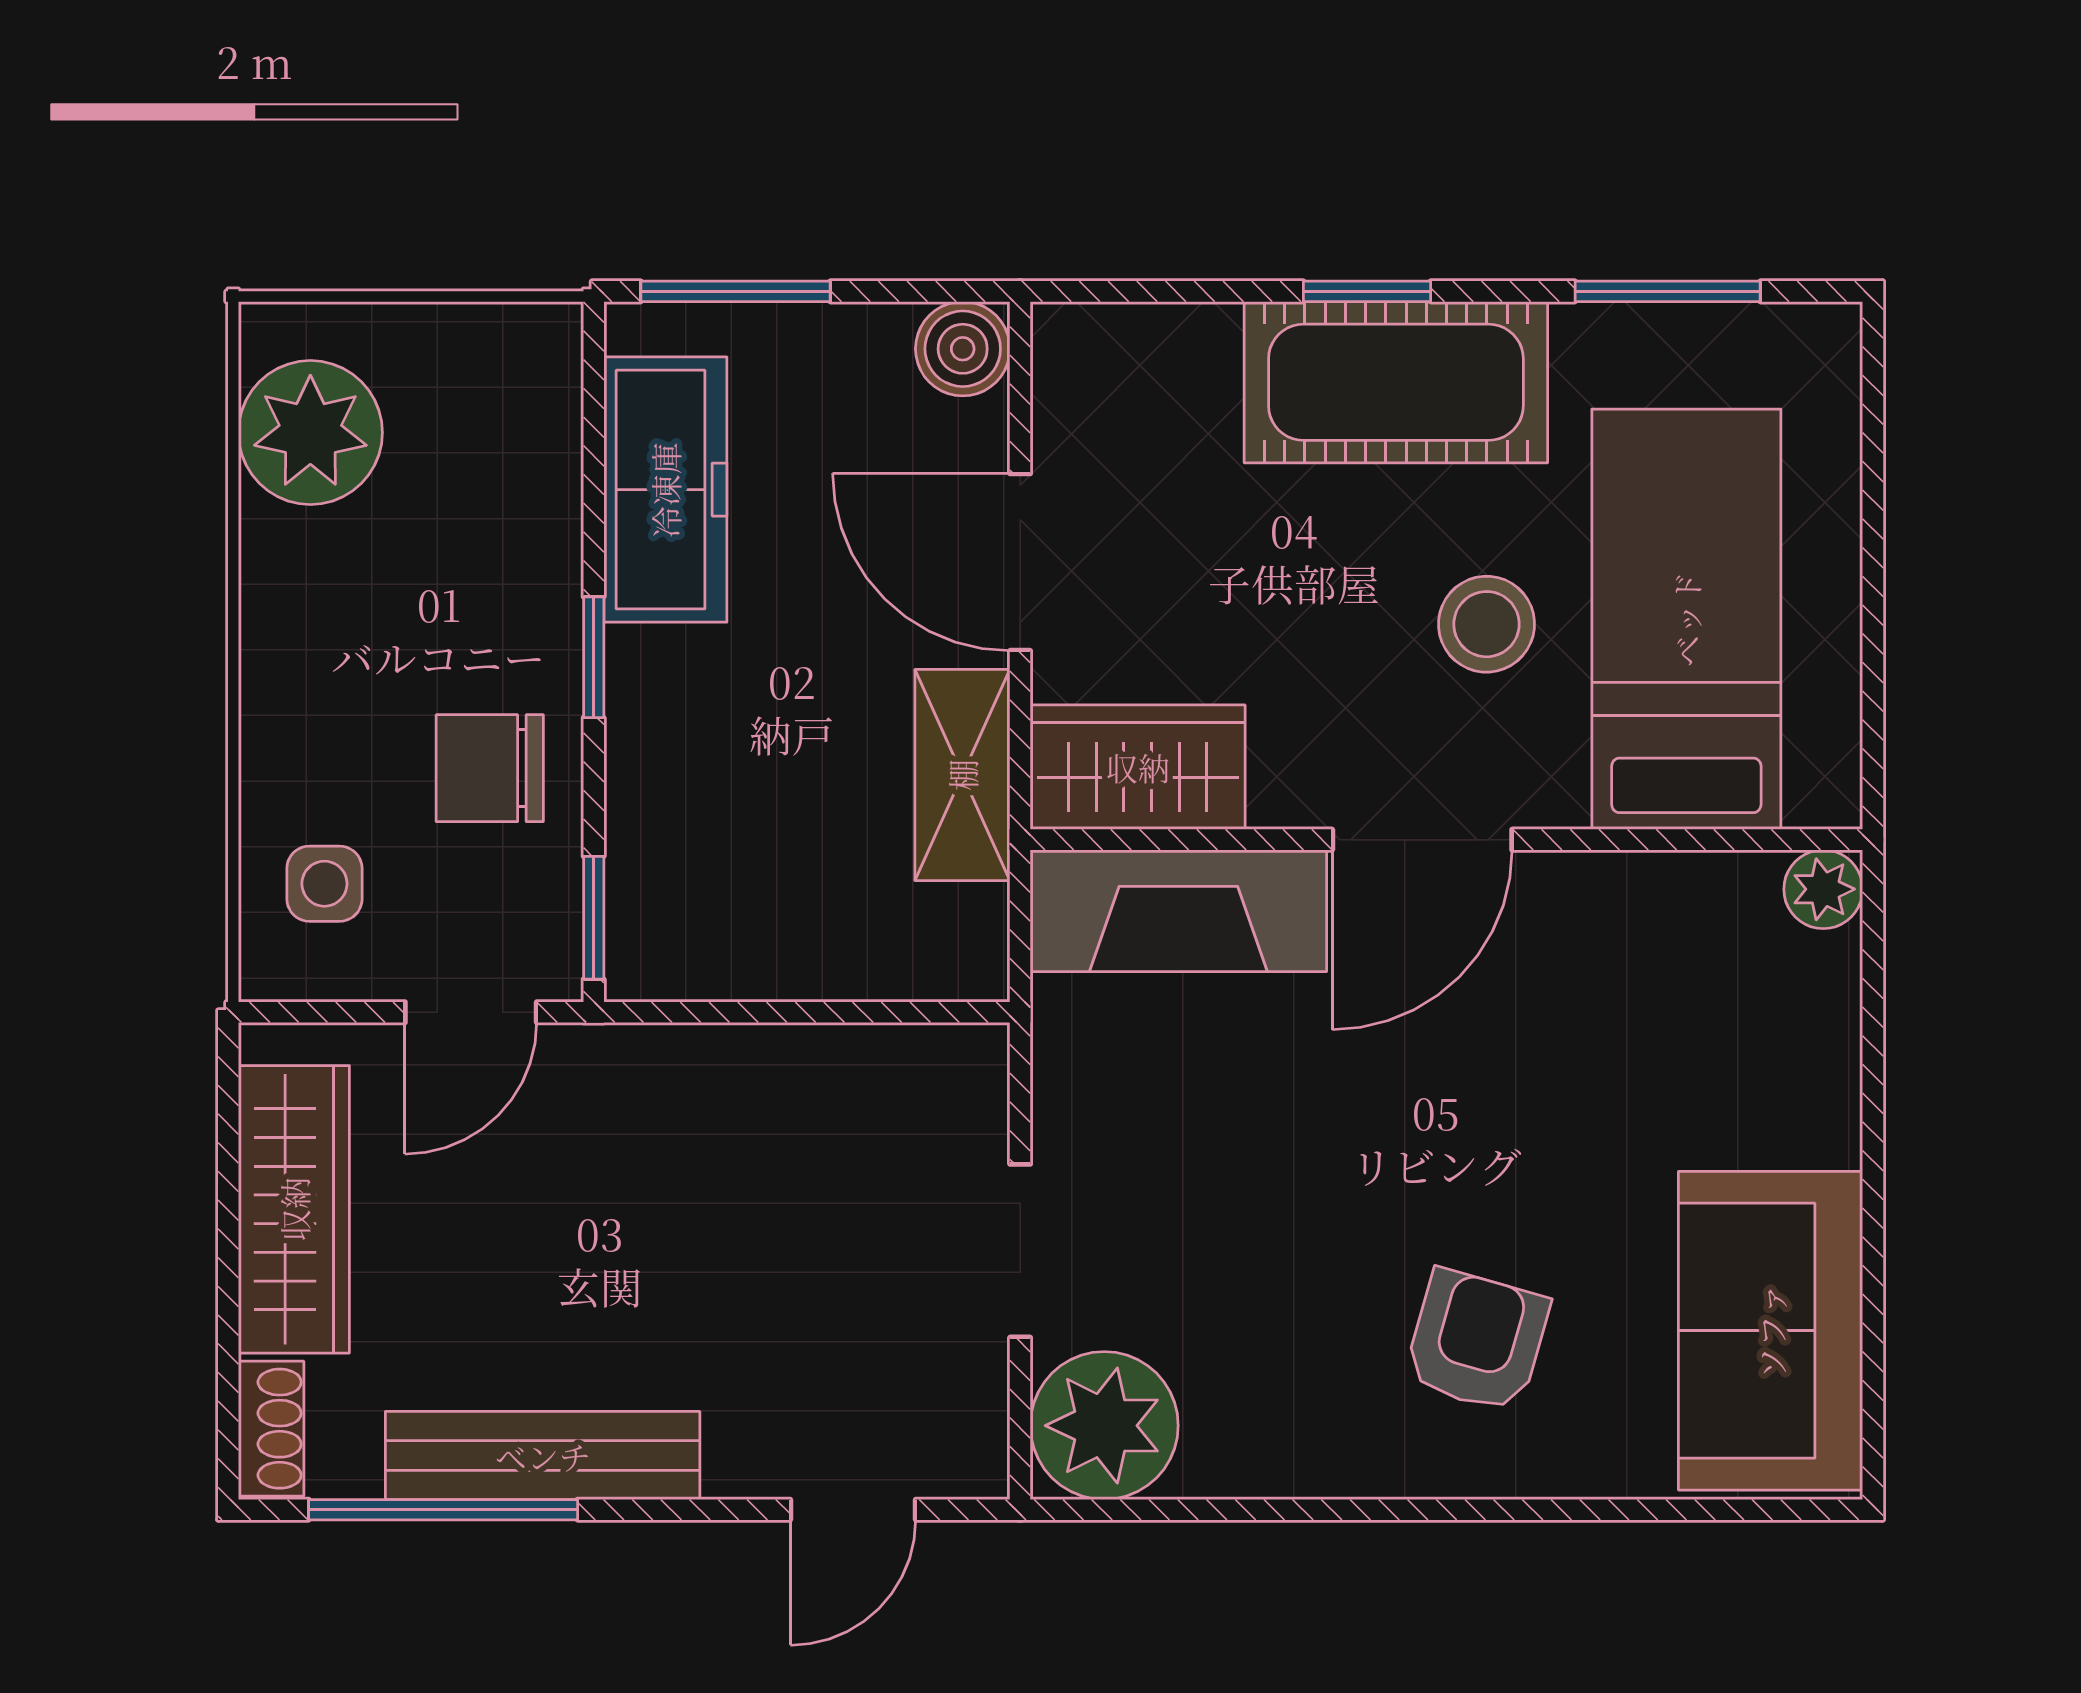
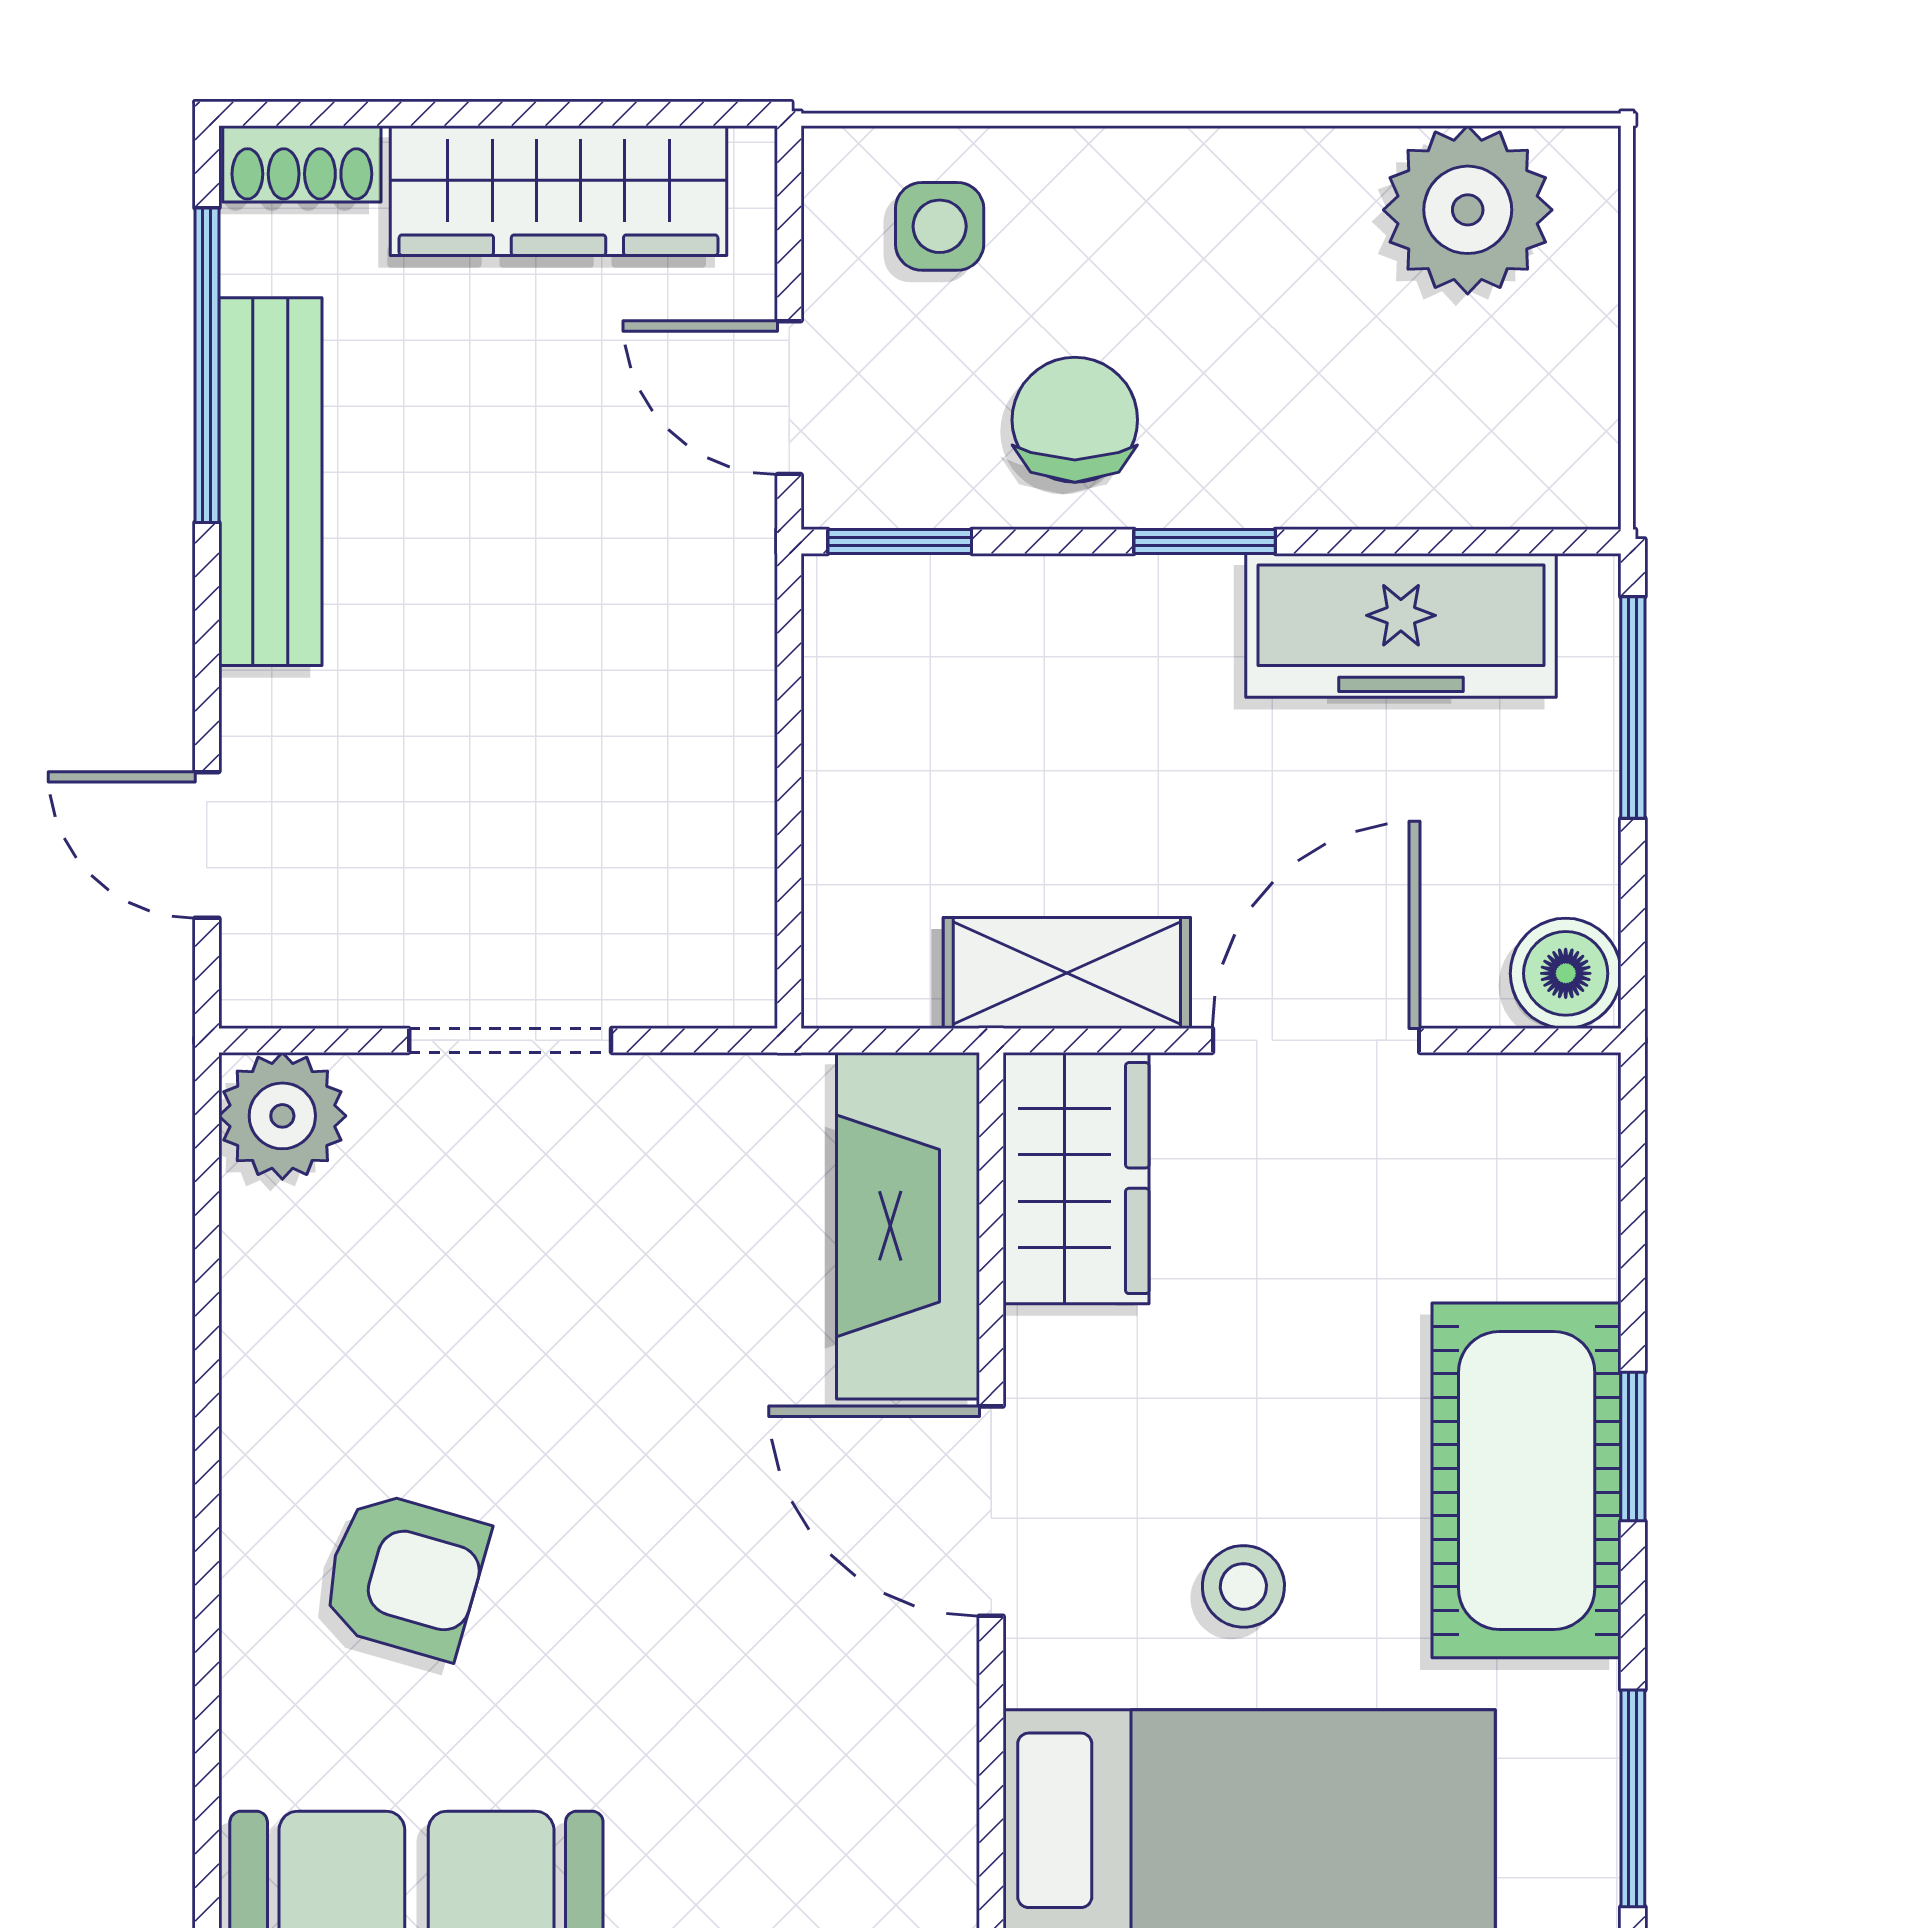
stool: (1486, 624) -> (1243, 1586), width x0.73, depth x0.73
plant: (1104, 1426) -> (282, 1116), width x0.73, depth x0.73

